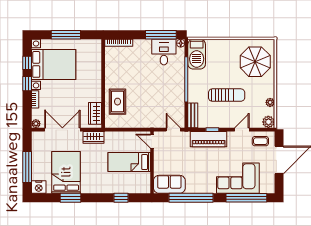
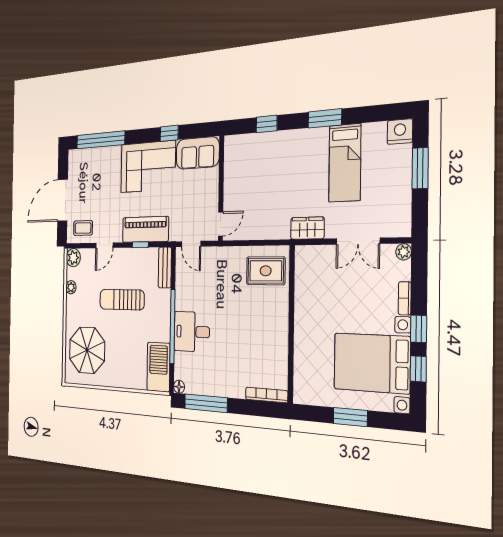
window: (66, 35) -> (350, 417), width x0.69
desk: (164, 52) -> (192, 332), moved, turned 90
rug: (118, 102) -> (266, 271), moved, turned 90
wardrobe: (95, 113) -> (304, 271), removed
double door: (62, 130) -> (358, 241), width x0.73
door: (152, 141) -> (221, 224), hinge flipped
bed: (129, 162) -> (254, 187), removed
window: (27, 167) -> (420, 168), width x0.69
bed: (66, 172) -> (345, 163), width x0.67
corner sofa: (238, 178) -> (148, 167), moved
window: (70, 198) -> (325, 118), moved
window: (191, 198) -> (169, 133), width x0.32

